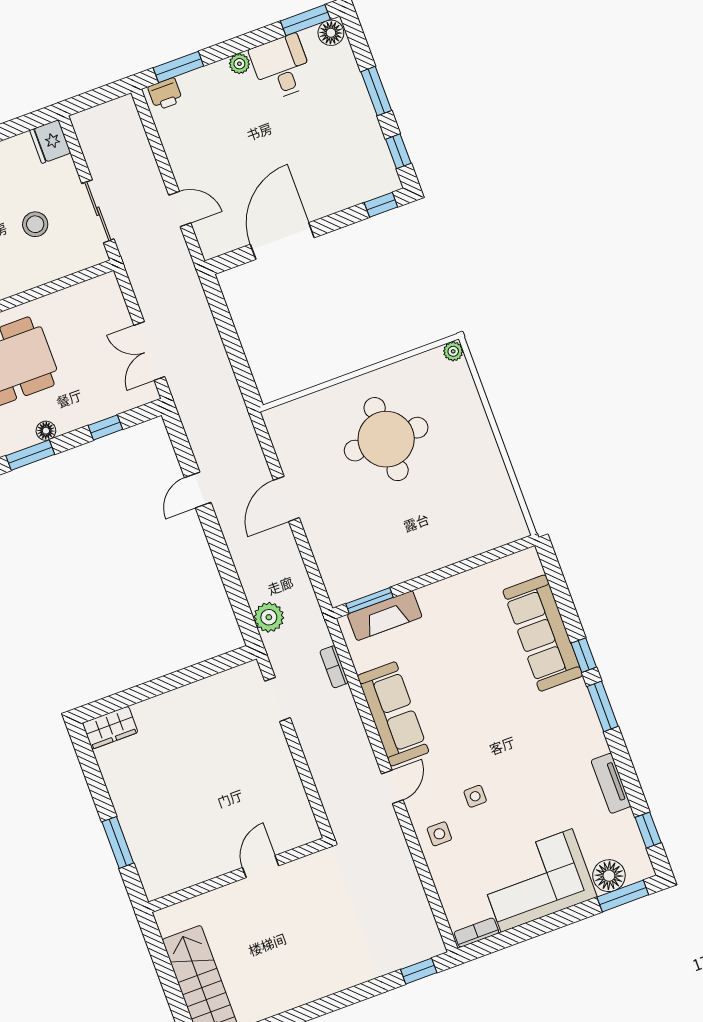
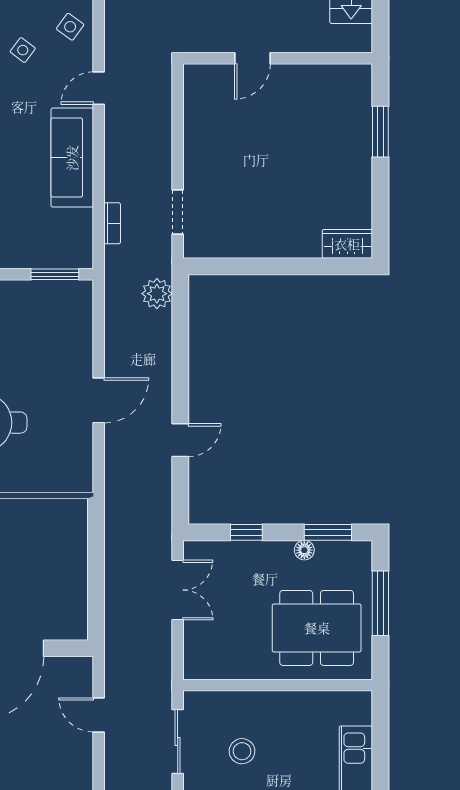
fireplace: (385, 616) -> (46, 254), removed
side table: (475, 796) -> (23, 50), turned 37
side table: (439, 834) -> (70, 27), turned 36

